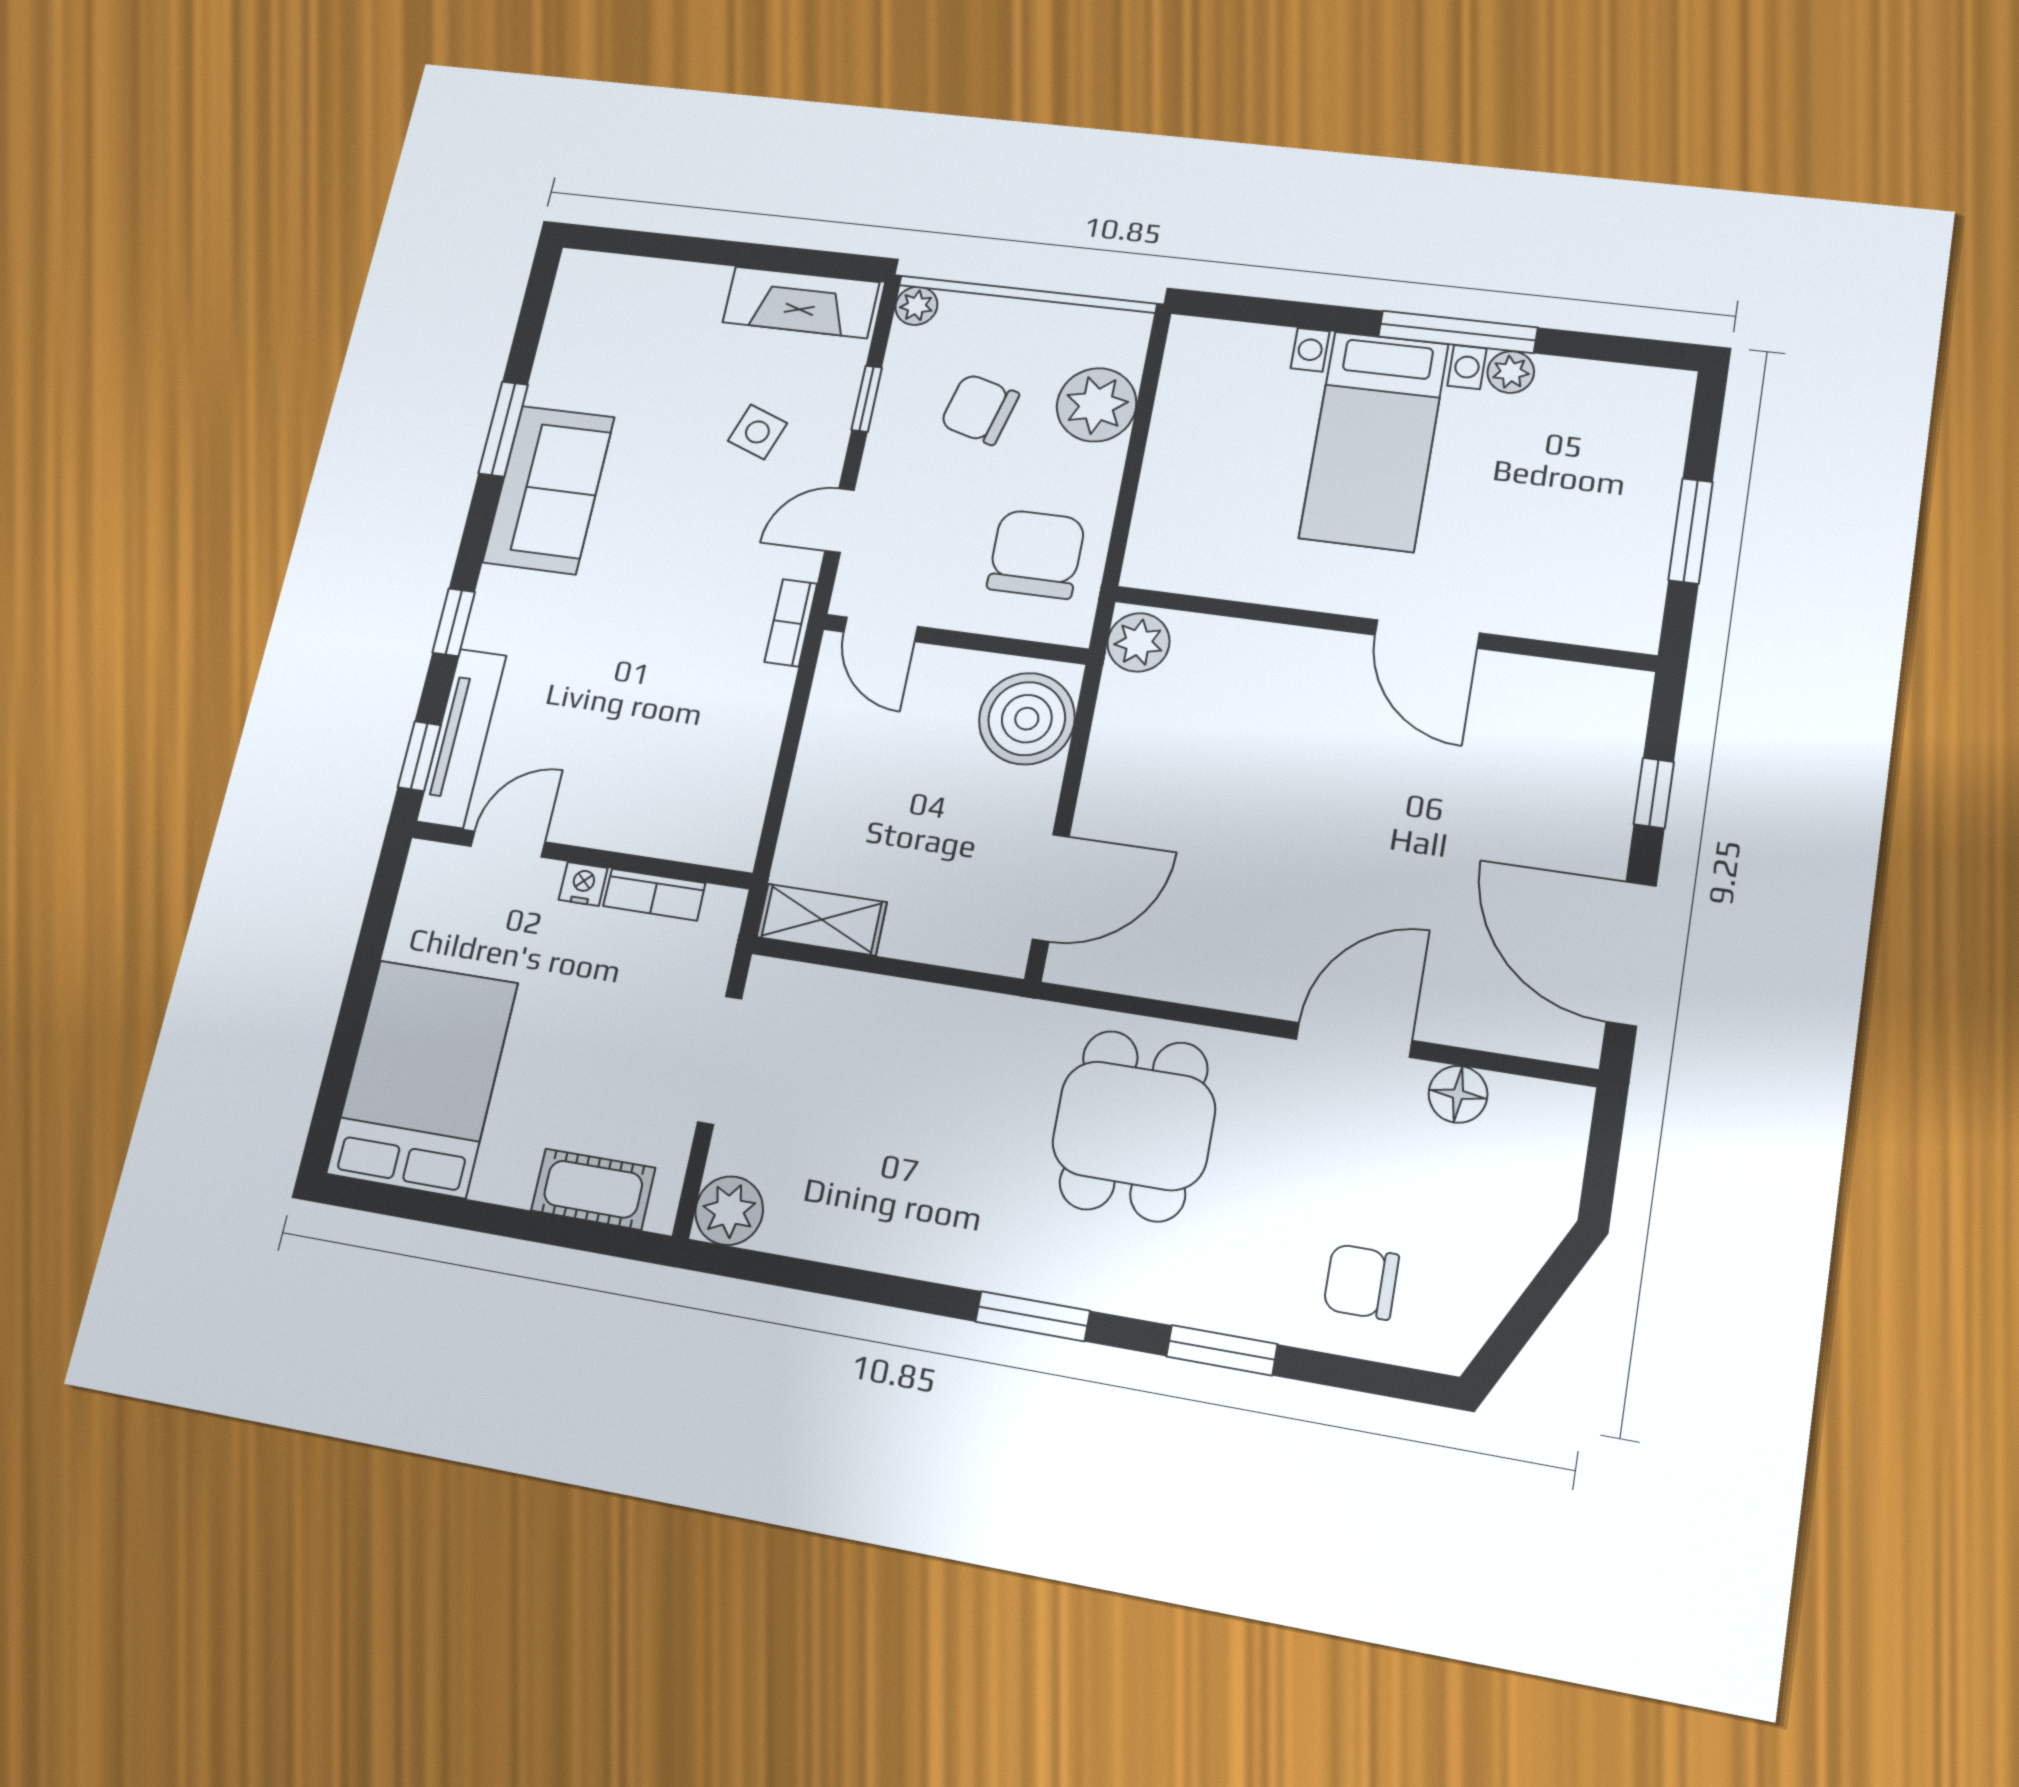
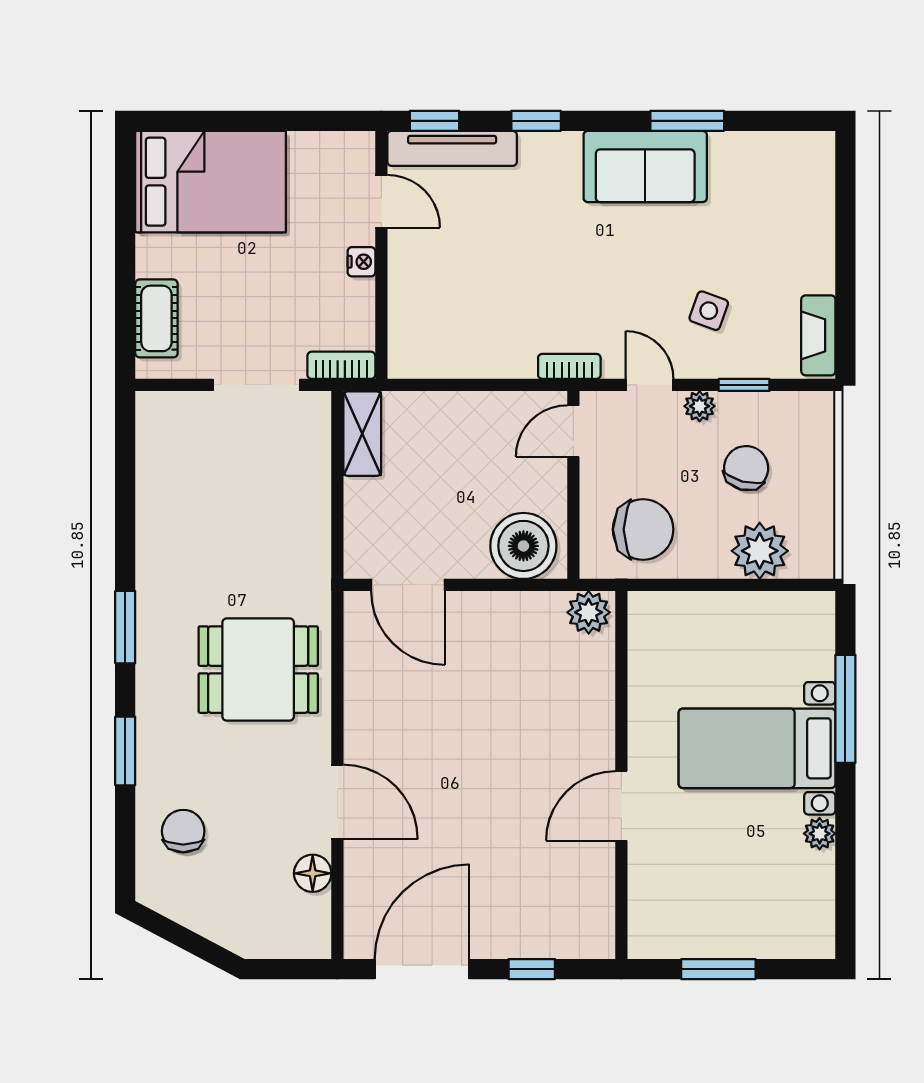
fireplace: (801, 302) -> (818, 335), width x0.73, depth x0.76
plant: (916, 306) -> (700, 406), moved
window: (1458, 332) -> (845, 709), moved
bookcase: (654, 895) -> (341, 365), moved, turned 90
plant: (729, 1211) -> (158, 414), removed

